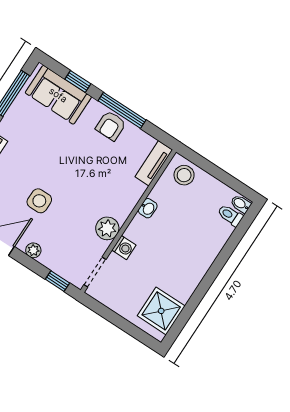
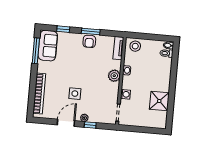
sofa: (58, 95) -> (48, 46), moved, turned -90
window: (122, 110) -> (91, 32), width x0.69
plant: (107, 228) -> (114, 76), moved
window: (57, 281) -> (90, 125), moved
shower: (161, 311) -> (159, 101), moved

